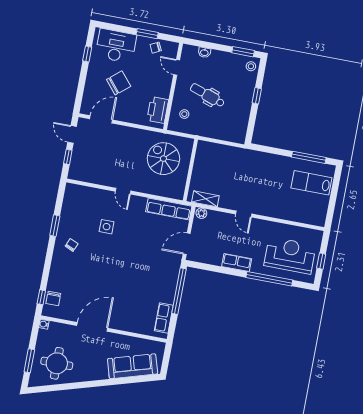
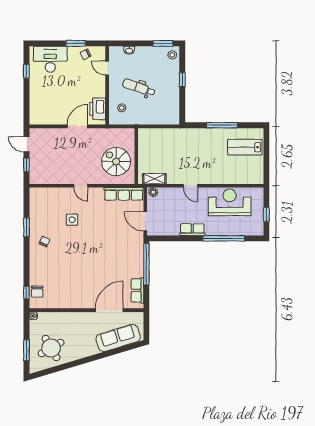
chair: (119, 83) -> (59, 91), removed
door: (101, 119) -> (77, 126), moved
window: (309, 157) -> (222, 125), moved
spiral stairs: (163, 159) -> (116, 162), moved
door: (187, 244) -> (145, 221), hinge flipped
reception desk: (290, 255) -> (230, 202), moved
door: (92, 327) -> (109, 310), moved
round table: (57, 363) -> (51, 348), turned -30

